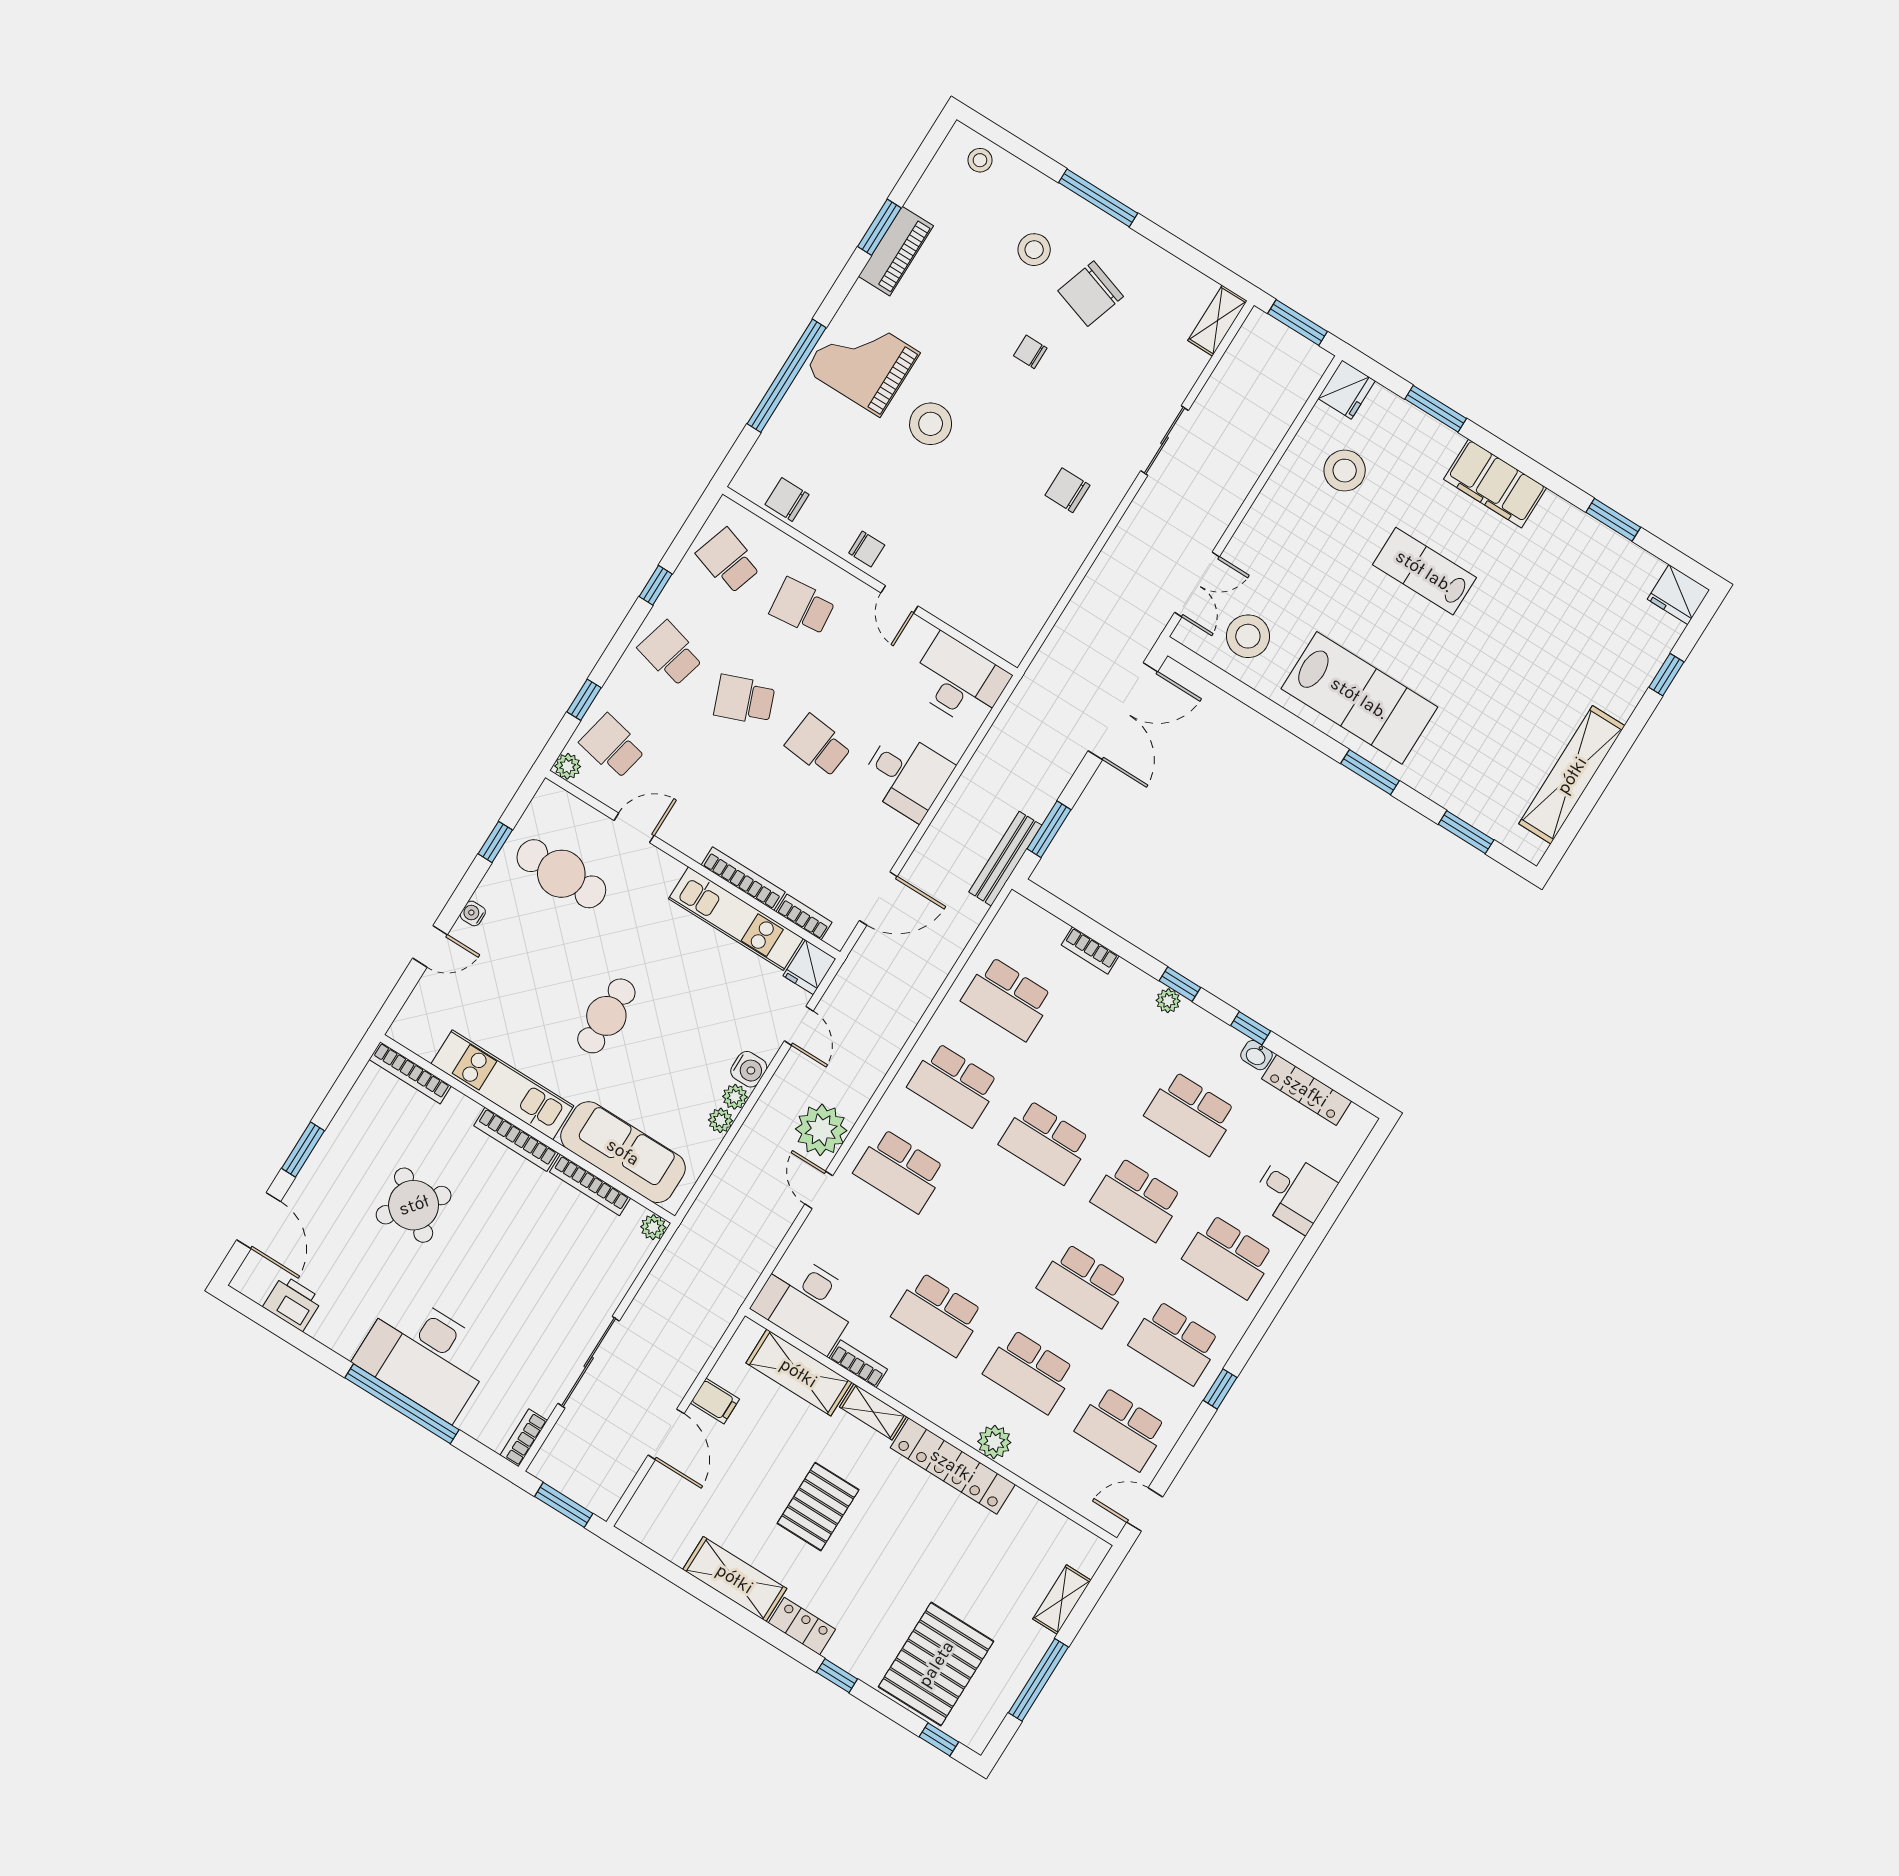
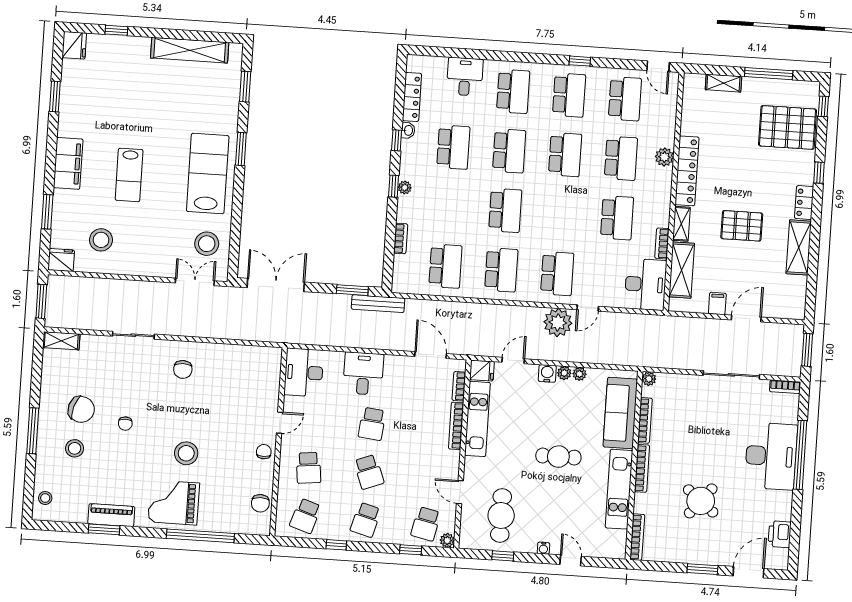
grand piano: (863, 362) -> (174, 502), turned 90

